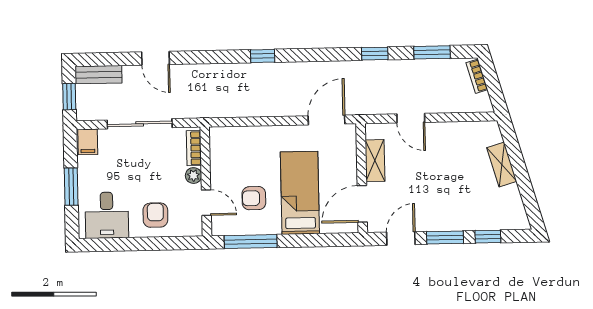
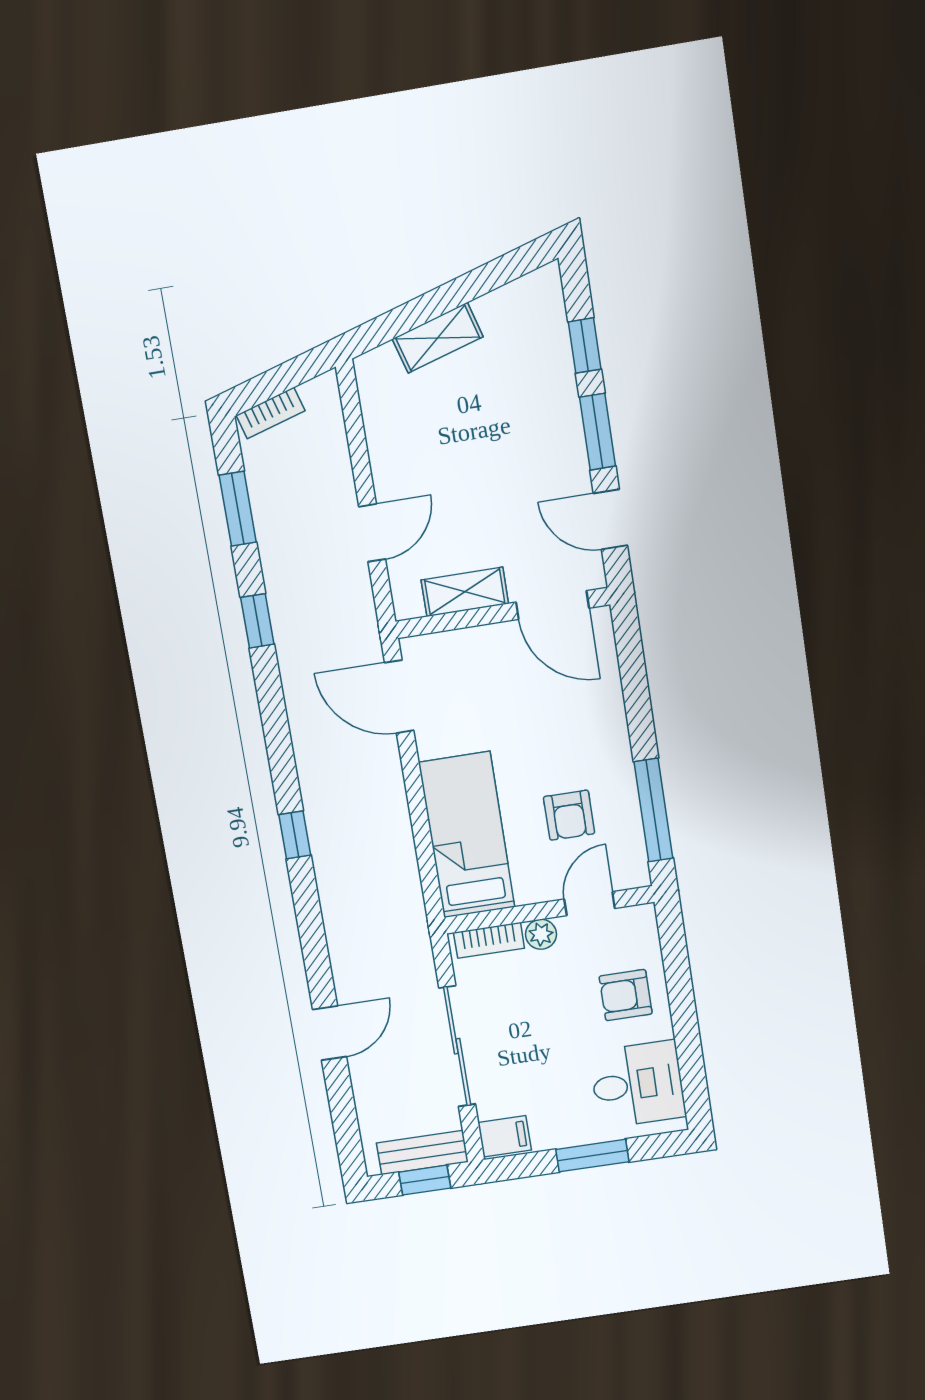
bench: (98, 75) -> (422, 1153), moved, turned 90
bed: (300, 193) -> (467, 835), moved, turned 90

